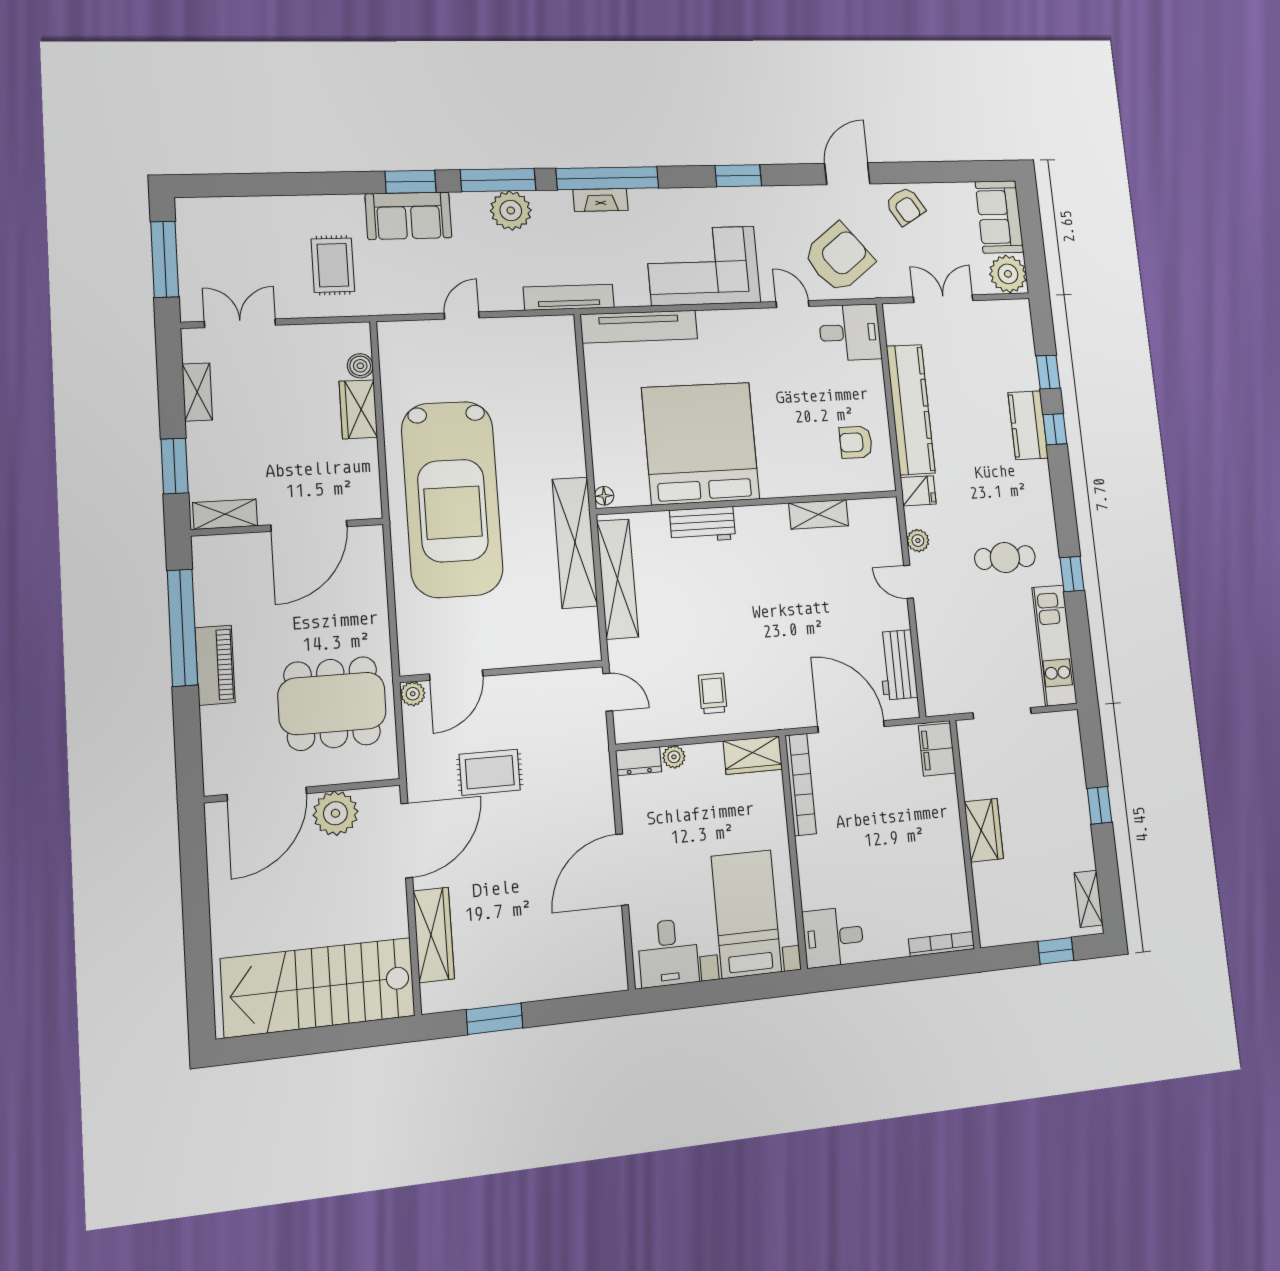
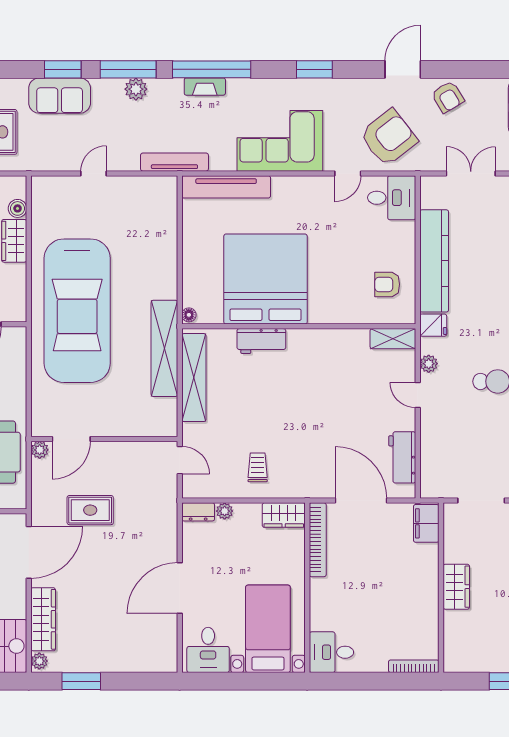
plant: (511, 210) -> (136, 89), width x0.73, depth x0.73
door: (792, 304) -> (348, 173), swing flipped
shelving: (819, 514) -> (393, 339), moved
plant: (432, 996) -> (39, 661), added

